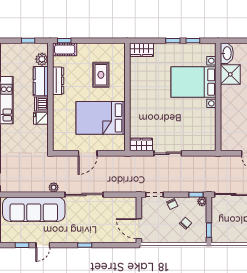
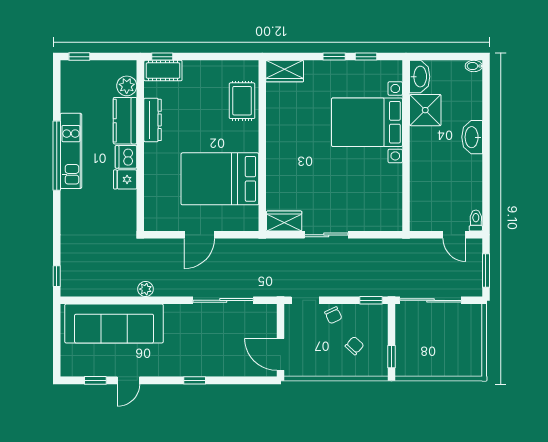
window: (28, 41) -> (79, 57), moved
rug: (101, 75) -> (242, 101), moved
sliding door: (84, 195) -> (223, 300), moved
plant: (202, 201) -> (380, 311), removed

